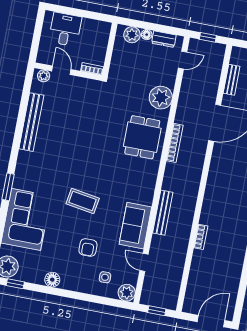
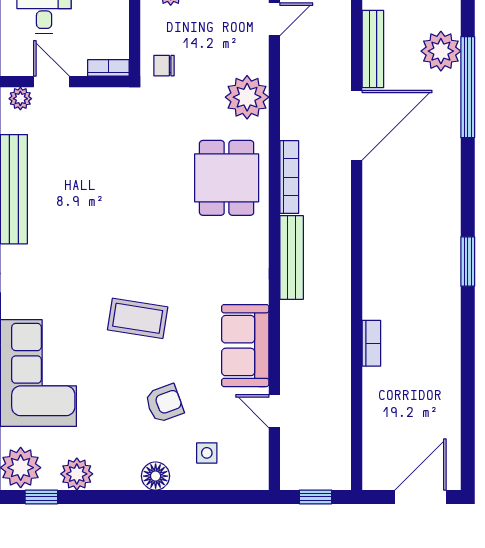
chair: (121, 73) -> (164, 66), added
bench: (232, 80) -> (373, 49), width x1.36
bench: (163, 213) -> (292, 257), moved
armchair: (88, 247) -> (164, 403), turned -110
floor lamp: (52, 280) -> (156, 476), moved
plant: (127, 293) -> (77, 474), moved

